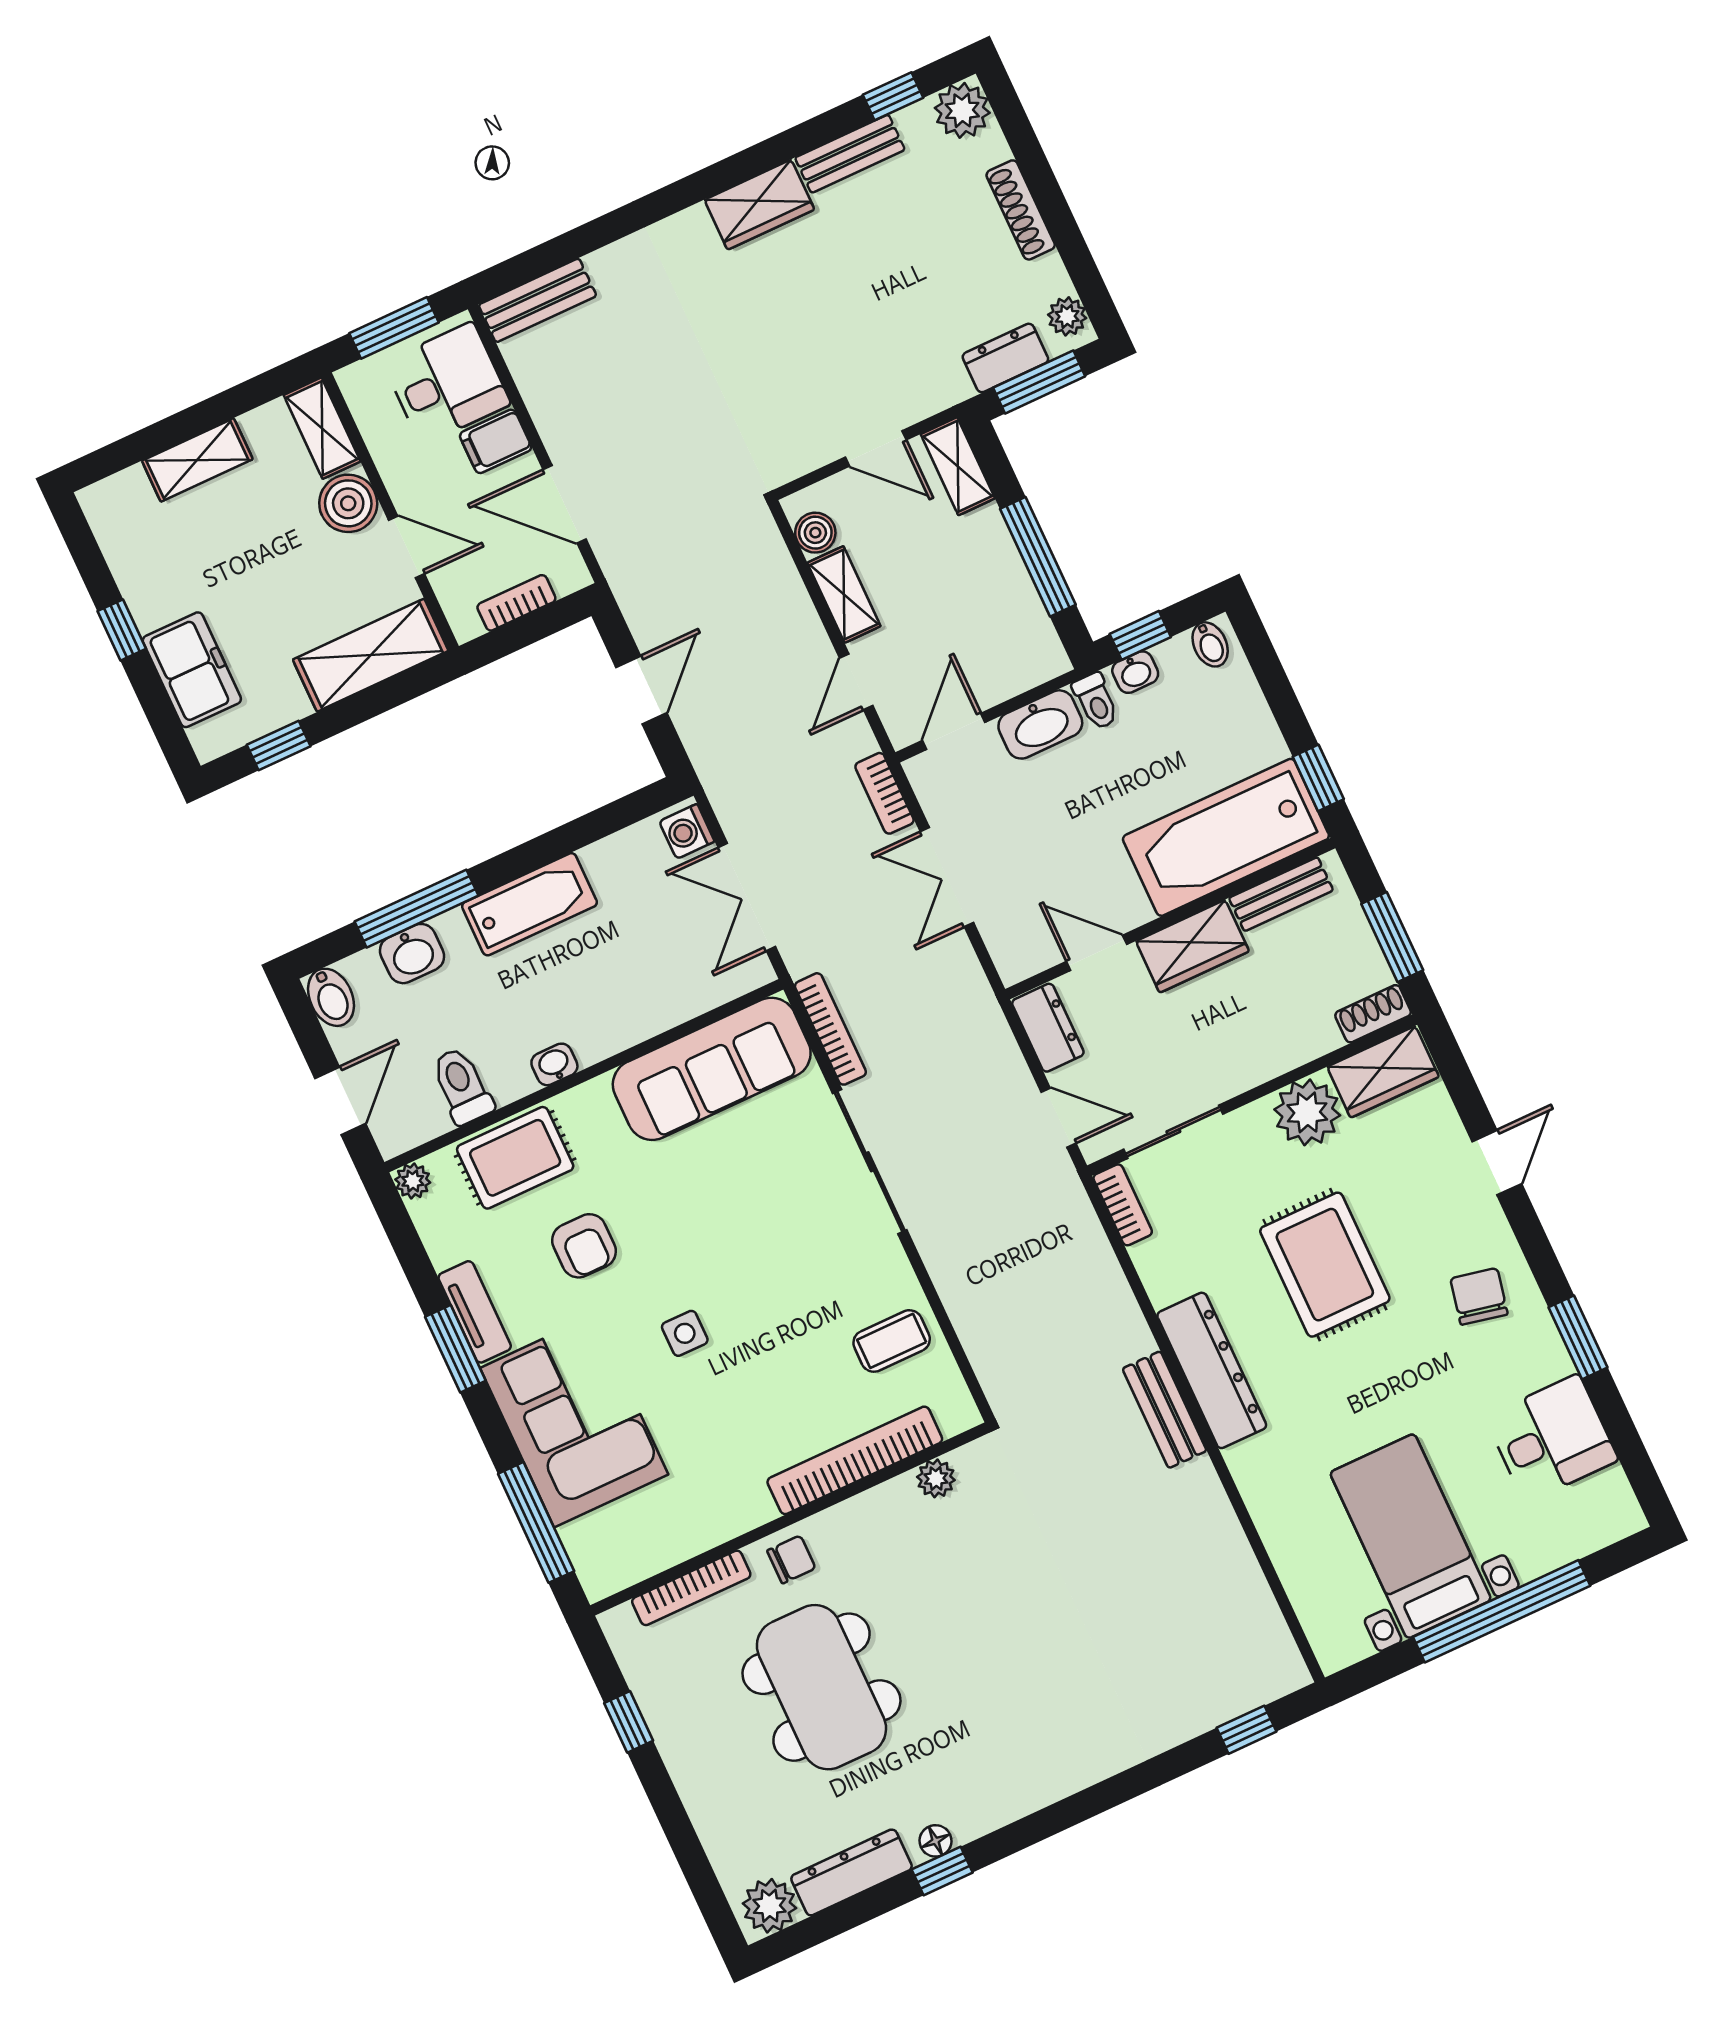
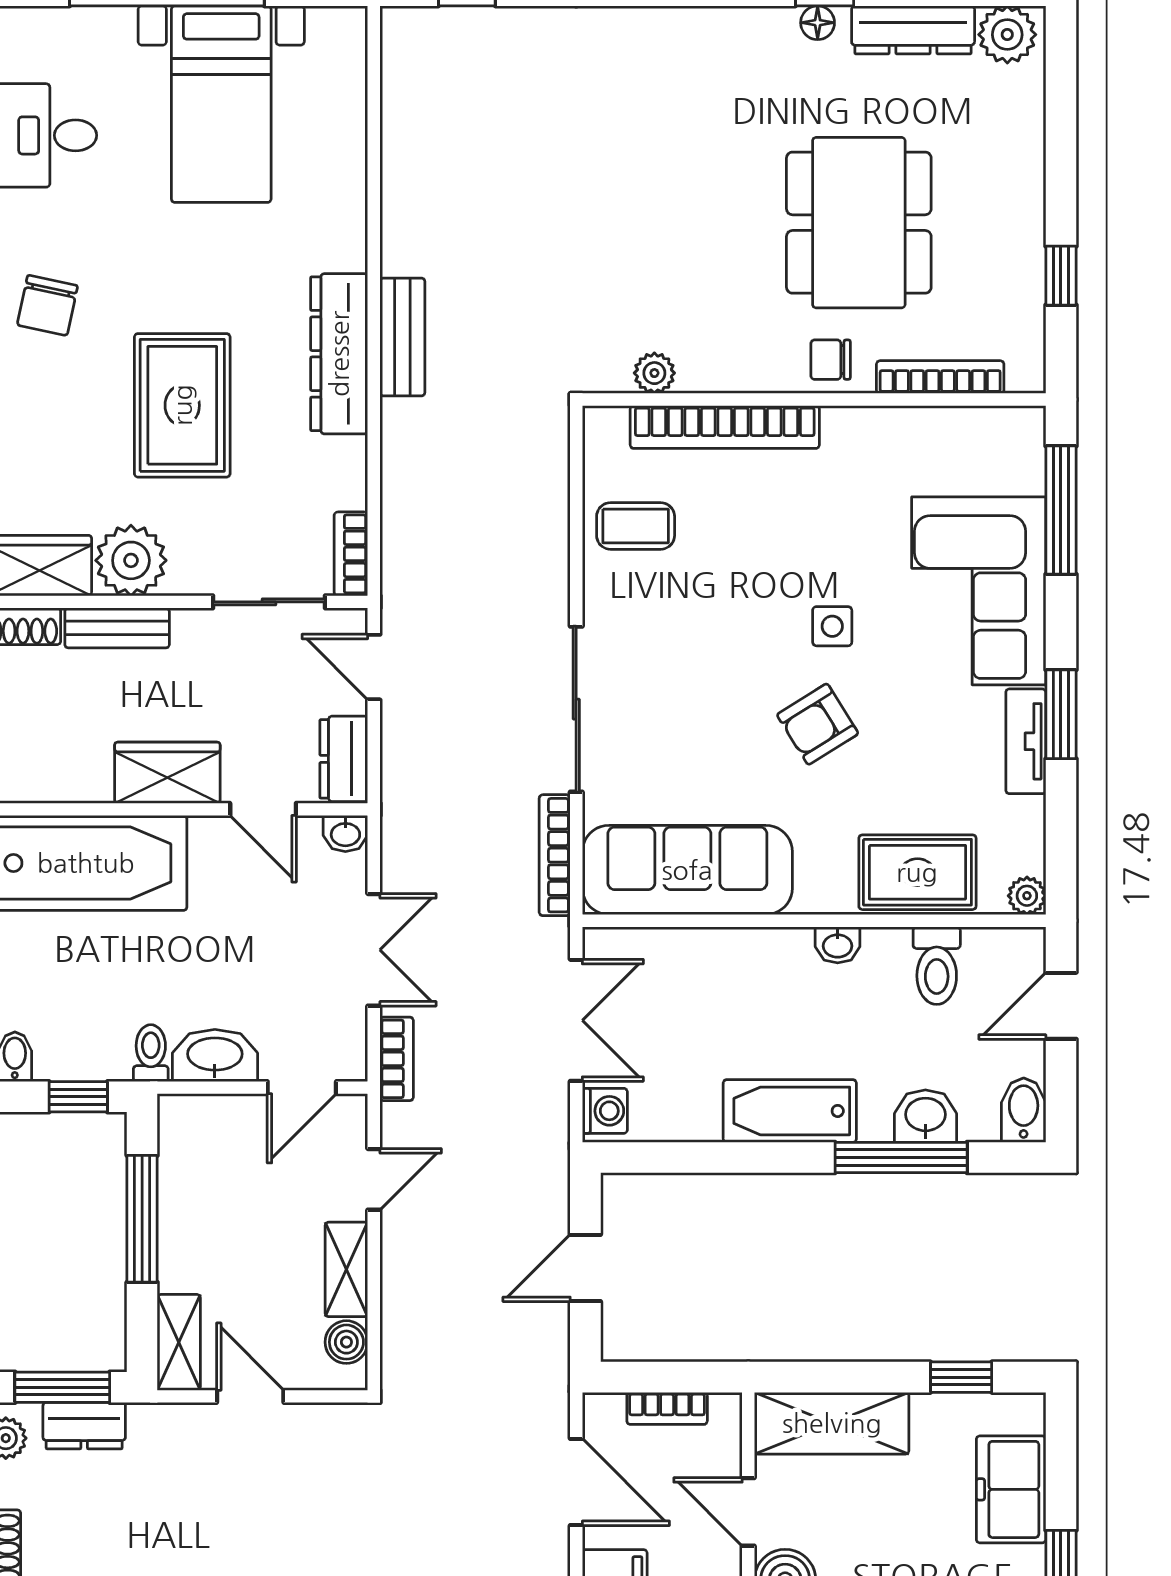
washbasin: (1135, 672) -> (345, 833), moved, turned 180
bench: (1281, 894) -> (117, 628), moved
armchair: (584, 1246) -> (818, 724), moved, turned -122

